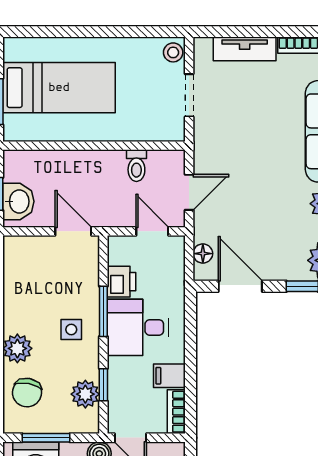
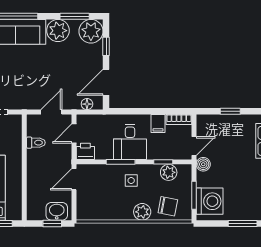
door: (189, 192) -> (51, 112), hinge flipped
printer: (121, 282) -> (85, 151), moved

